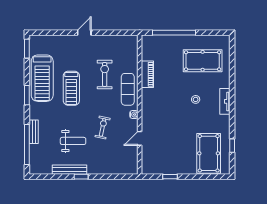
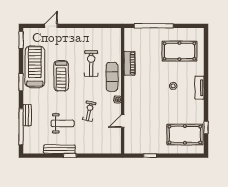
door: (84, 33) -> (51, 26), moved
treadmill: (42, 78) -> (35, 67), turned 180
pool table: (209, 153) -> (185, 134), turned 90

